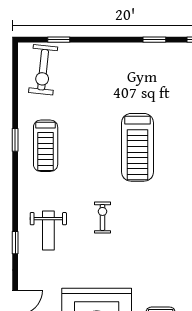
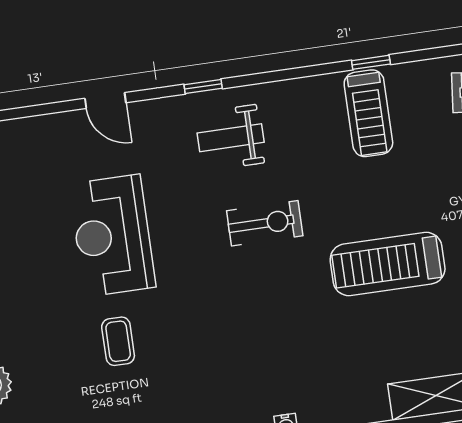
treadmill: (46, 146) -> (368, 113), turned -90
exercise bike: (102, 217) -> (265, 223), width x1.38, depth x1.39

